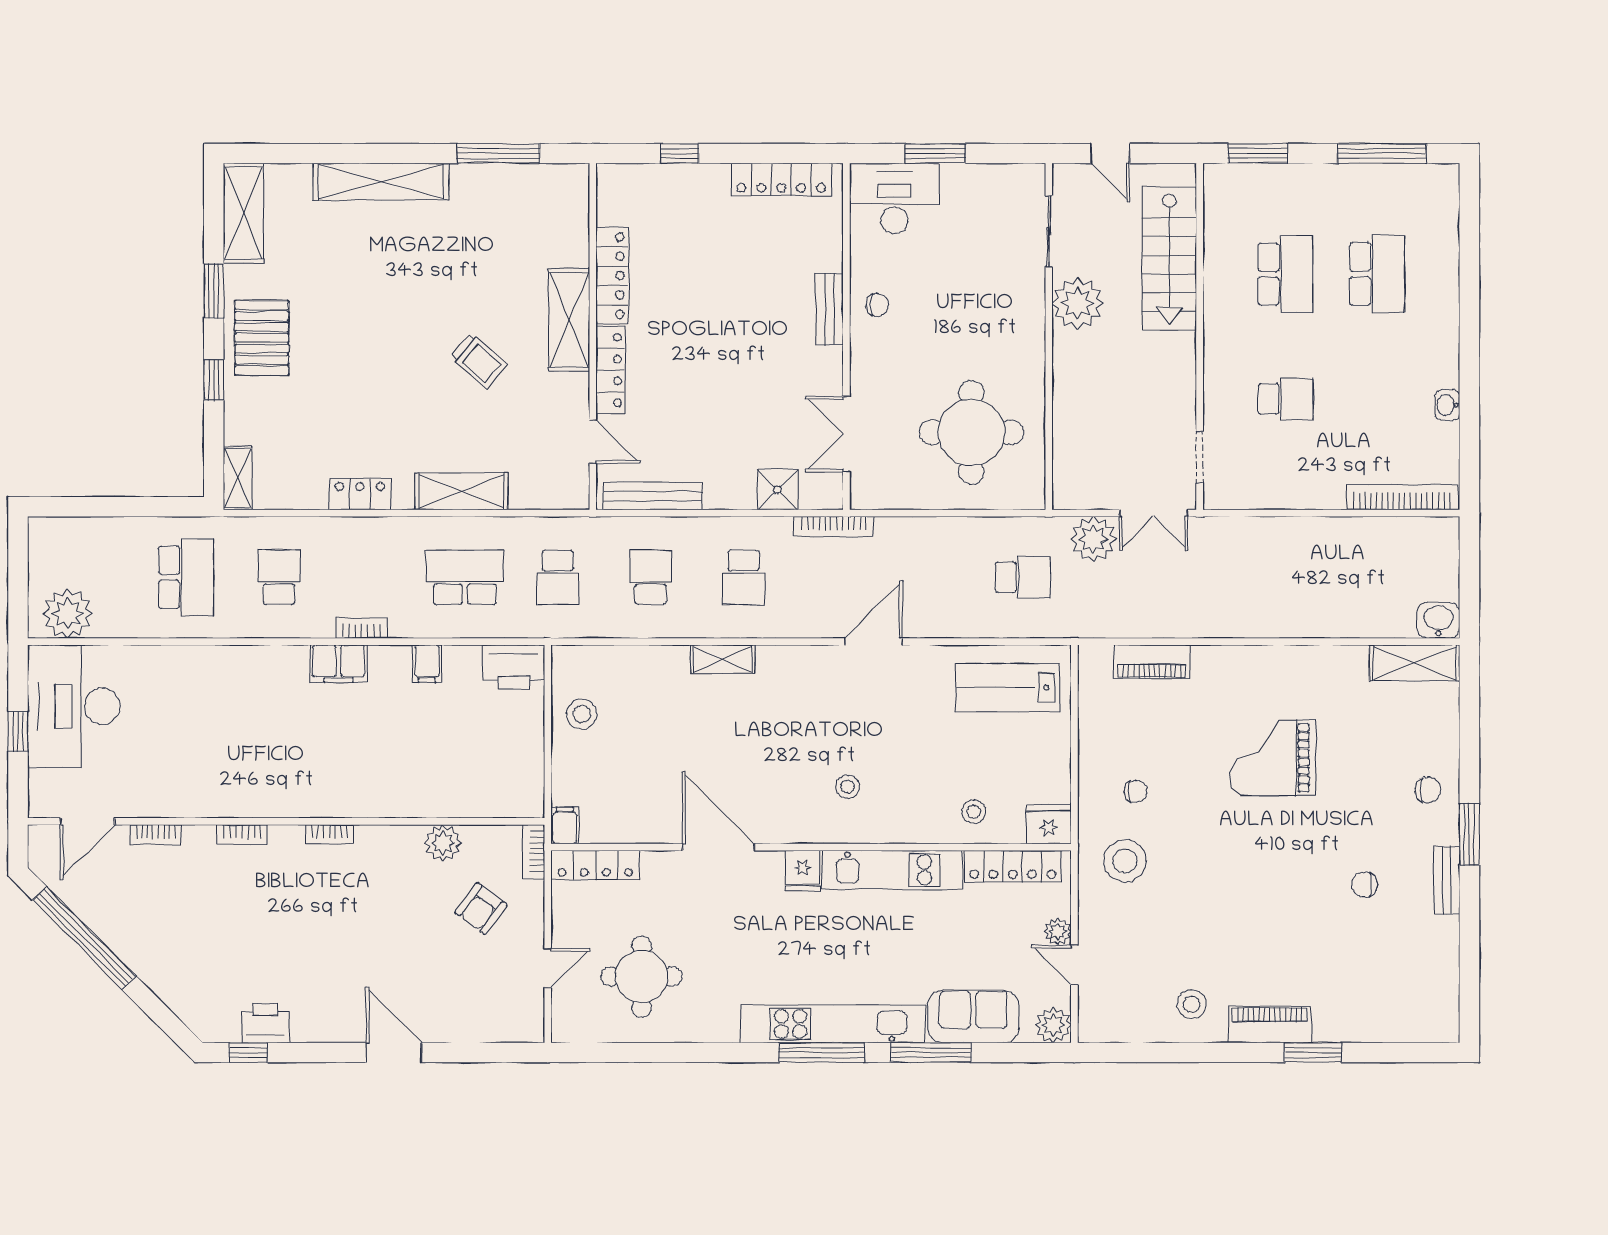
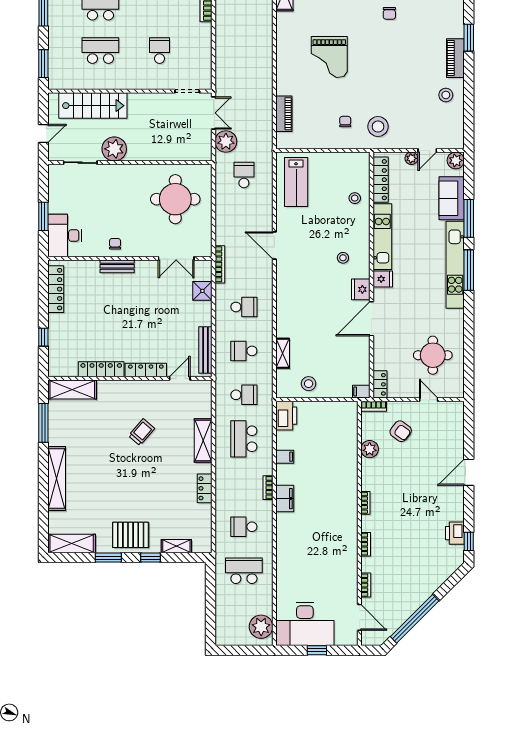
shelving: (569, 320) -> (72, 390), moved
shelving: (238, 478) -> (176, 546), moved
shelving: (723, 659) -> (283, 353), moved
fridge: (1049, 825) -> (361, 289), moved
locker: (595, 865) -> (380, 384), width x0.66

